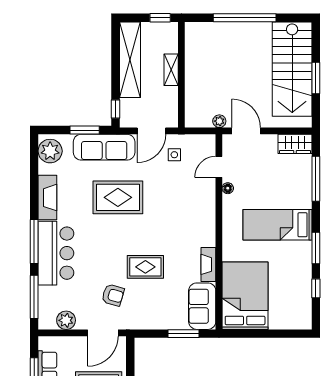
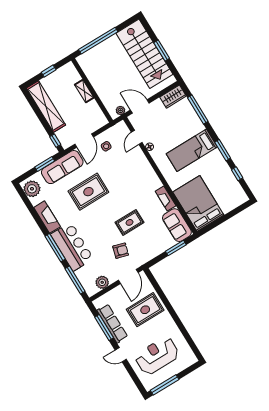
shelving: (171, 70) -> (84, 91), moved
wall: (181, 75) -> (92, 90), moved

